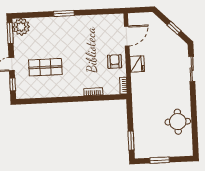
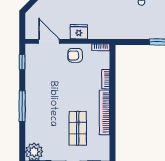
window: (106, 11) -> (22, 62), added
window: (64, 13) -> (22, 106), width x1.44
bookcase: (62, 92) -> (105, 112), added

